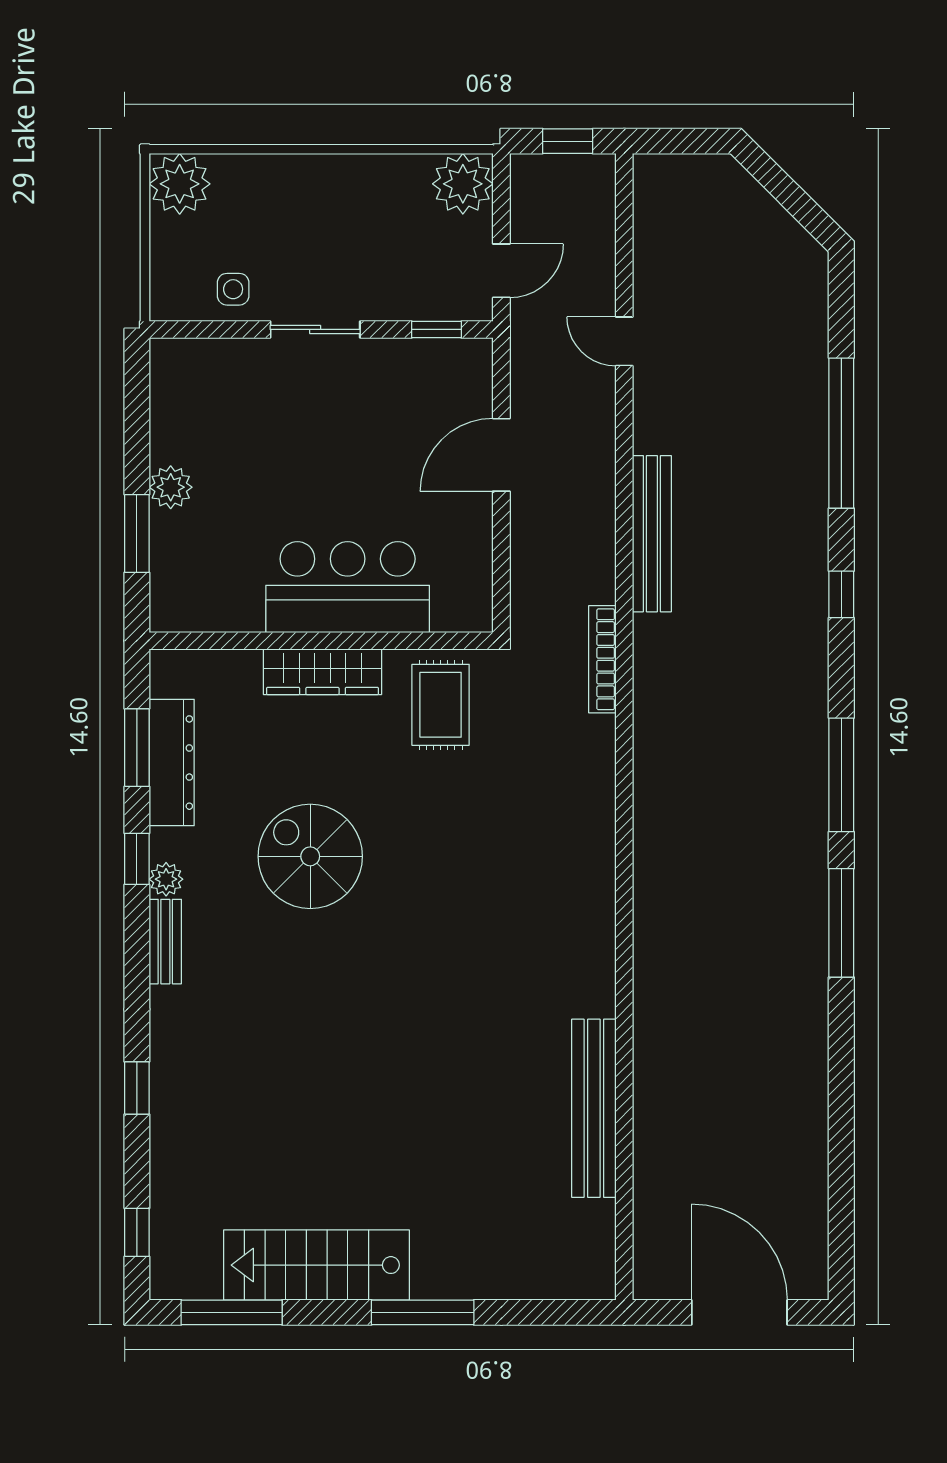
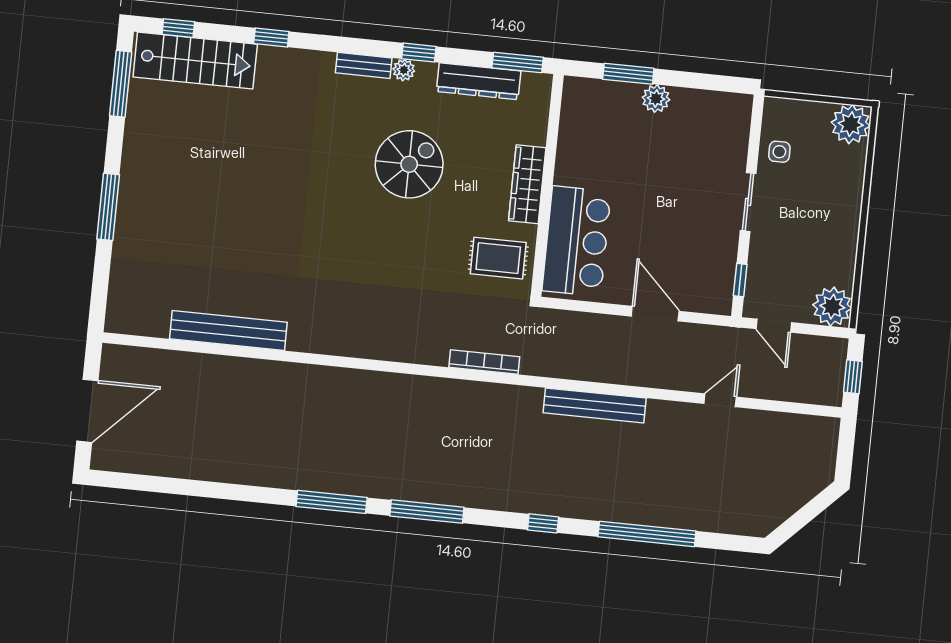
bar counter: (348, 587) -> (577, 241), moved
bookcase: (602, 659) -> (484, 362), moved
window: (137, 748) -> (518, 63), moved
stairs: (317, 1265) -> (195, 61), moved, turned 90

